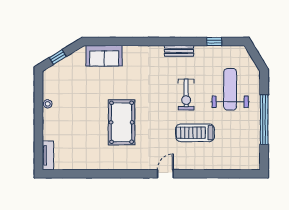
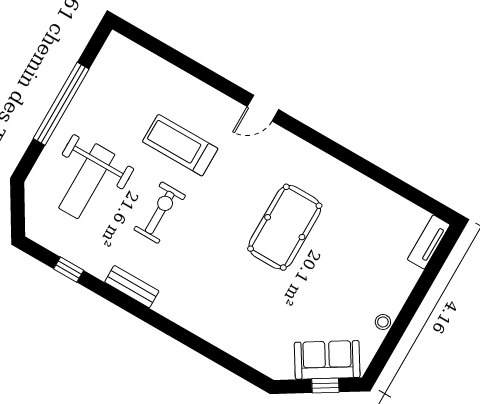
sofa: (104, 56) -> (327, 360), moved, turned -32
treadmill: (195, 133) -> (180, 145), turned 180

